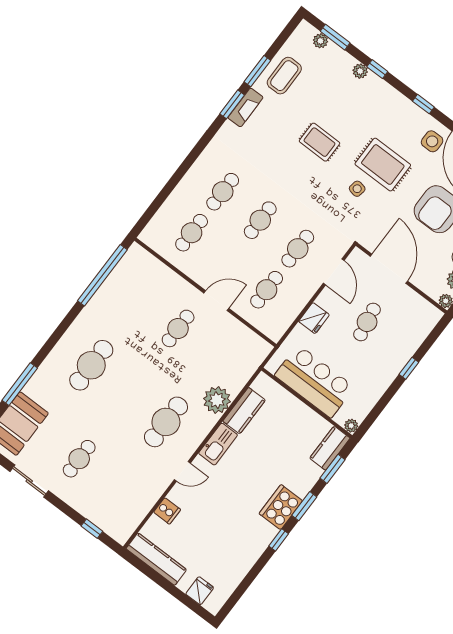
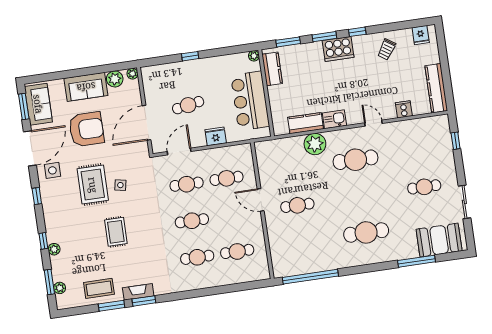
kitchen sink: (218, 444) -> (334, 119), width x0.73
kitchen counter: (330, 448) -> (272, 69), moved, turned -90
trolley: (236, 550) -> (387, 49), added
fridge: (200, 591) -> (421, 35), moved, turned -90

